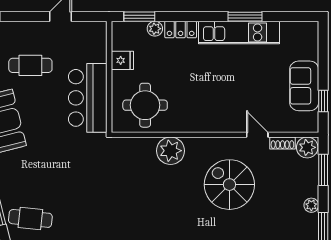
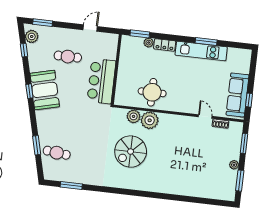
fridge: (122, 60) -> (126, 60), removed
sofa: (304, 86) -> (238, 95), width x1.36
round table: (145, 105) -> (152, 92), moved
plant: (307, 147) -> (134, 116), moved
spiral stairs: (229, 185) -> (131, 152), moved, turned -90

